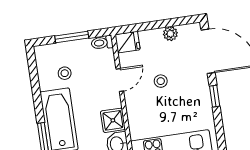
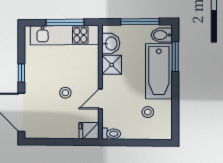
plant: (170, 34) -> (51, 132), removed
window: (72, 37) -> (137, 143), removed

